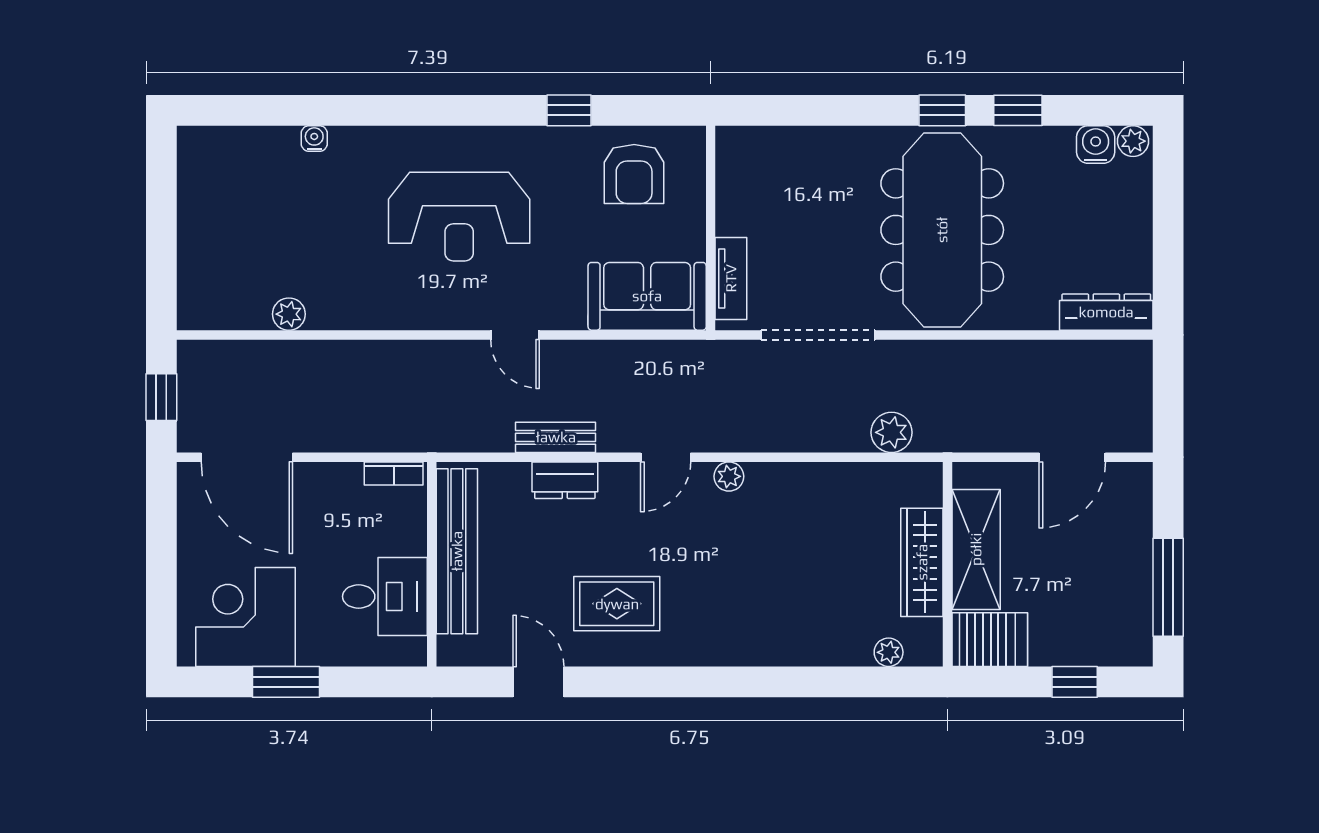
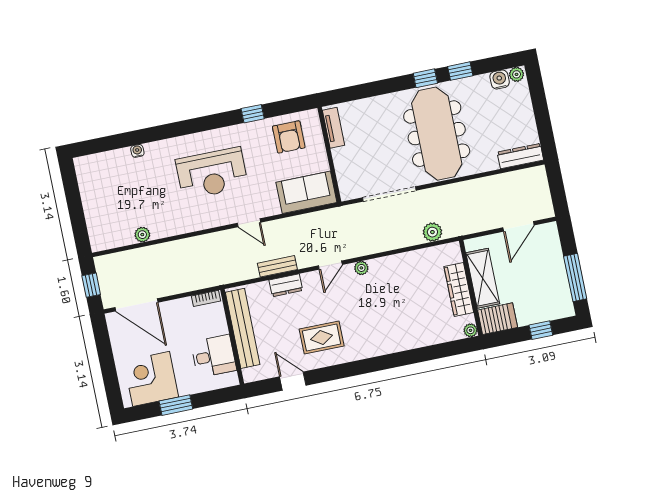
tv unit: (731, 278) -> (334, 128), moved
plant: (889, 652) -> (470, 330), moved

